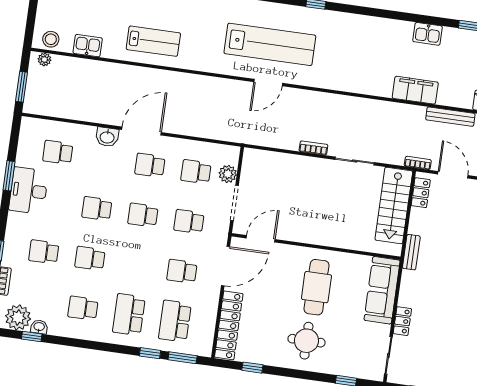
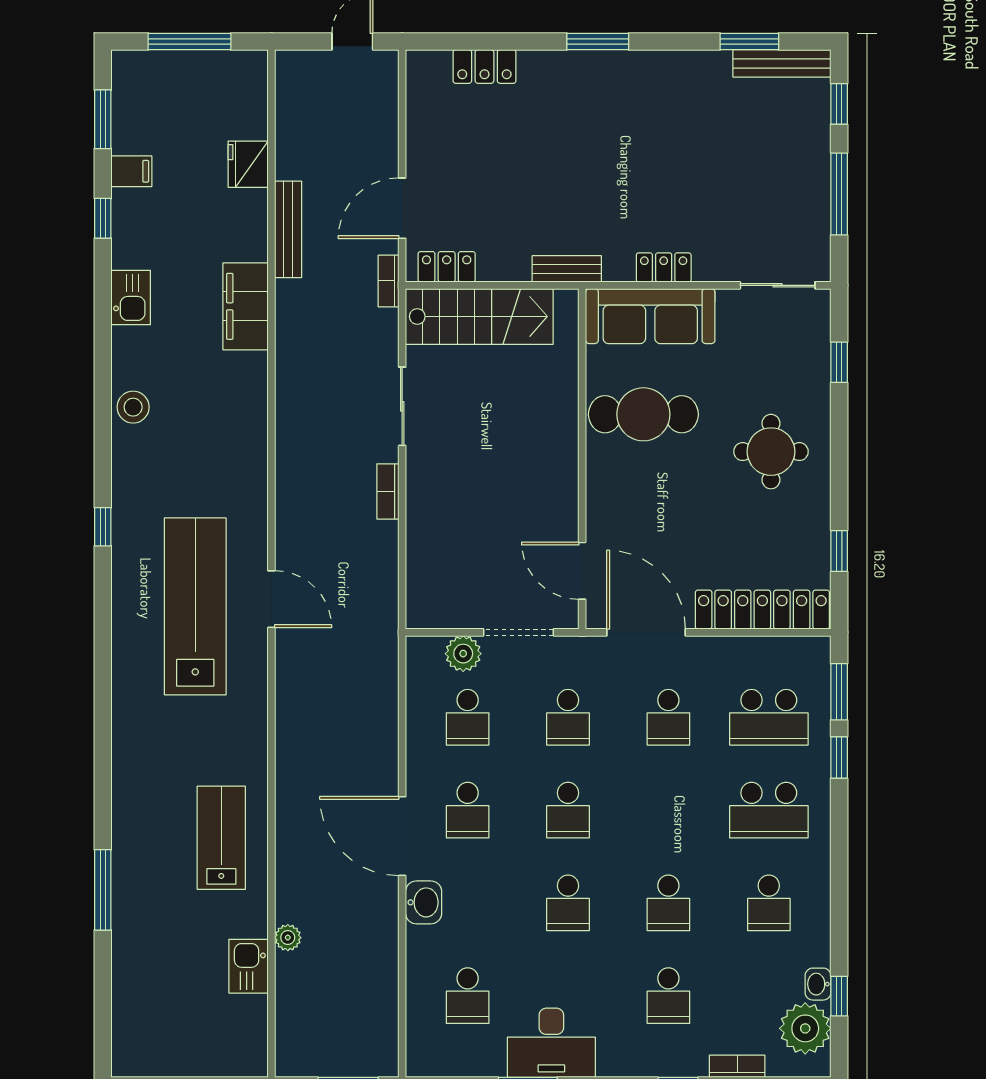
stool: (51, 39) -> (133, 407), moved
plant: (44, 59) -> (288, 938), moved
cafe table: (316, 287) -> (643, 414), moved
locker: (402, 321) -> (664, 267), moved

